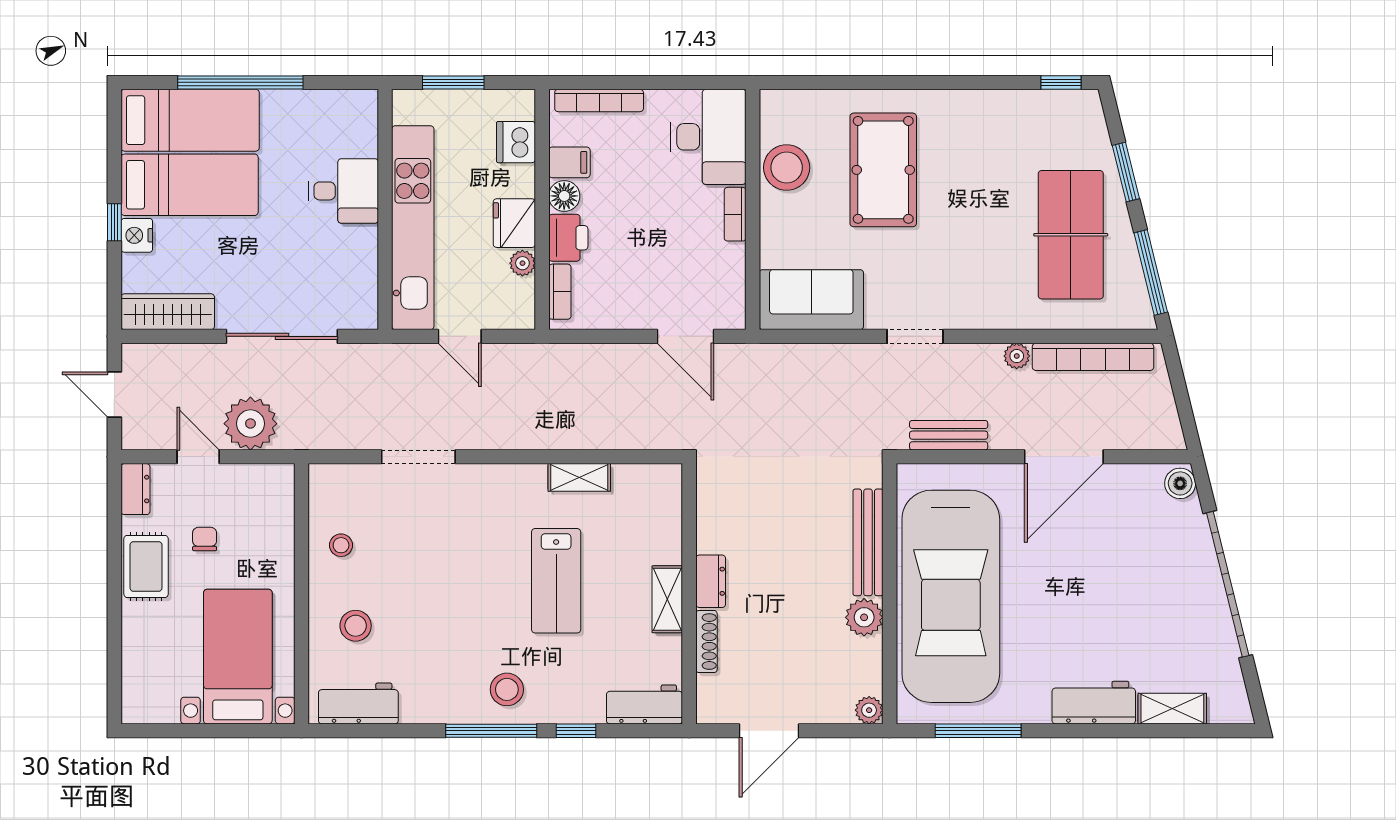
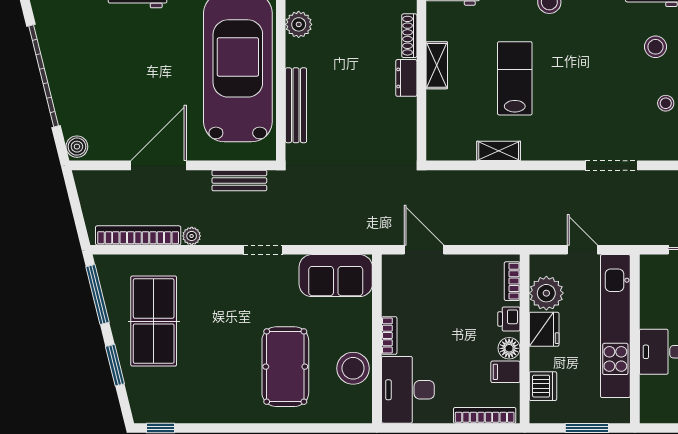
printer: (568, 238) -> (509, 319), width x0.73, depth x0.81
plant: (522, 263) -> (546, 293), width x1.88, depth x1.88
plant: (864, 617) -> (299, 24), moved

